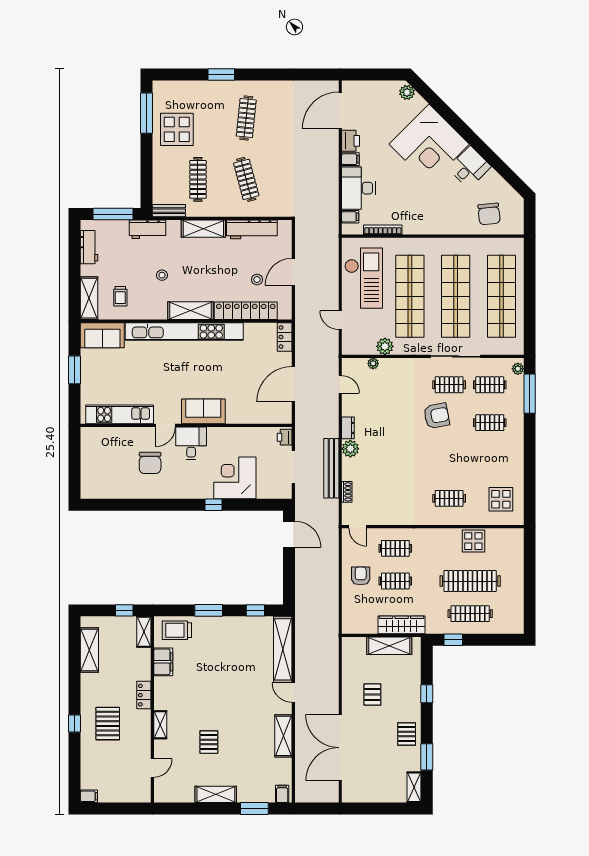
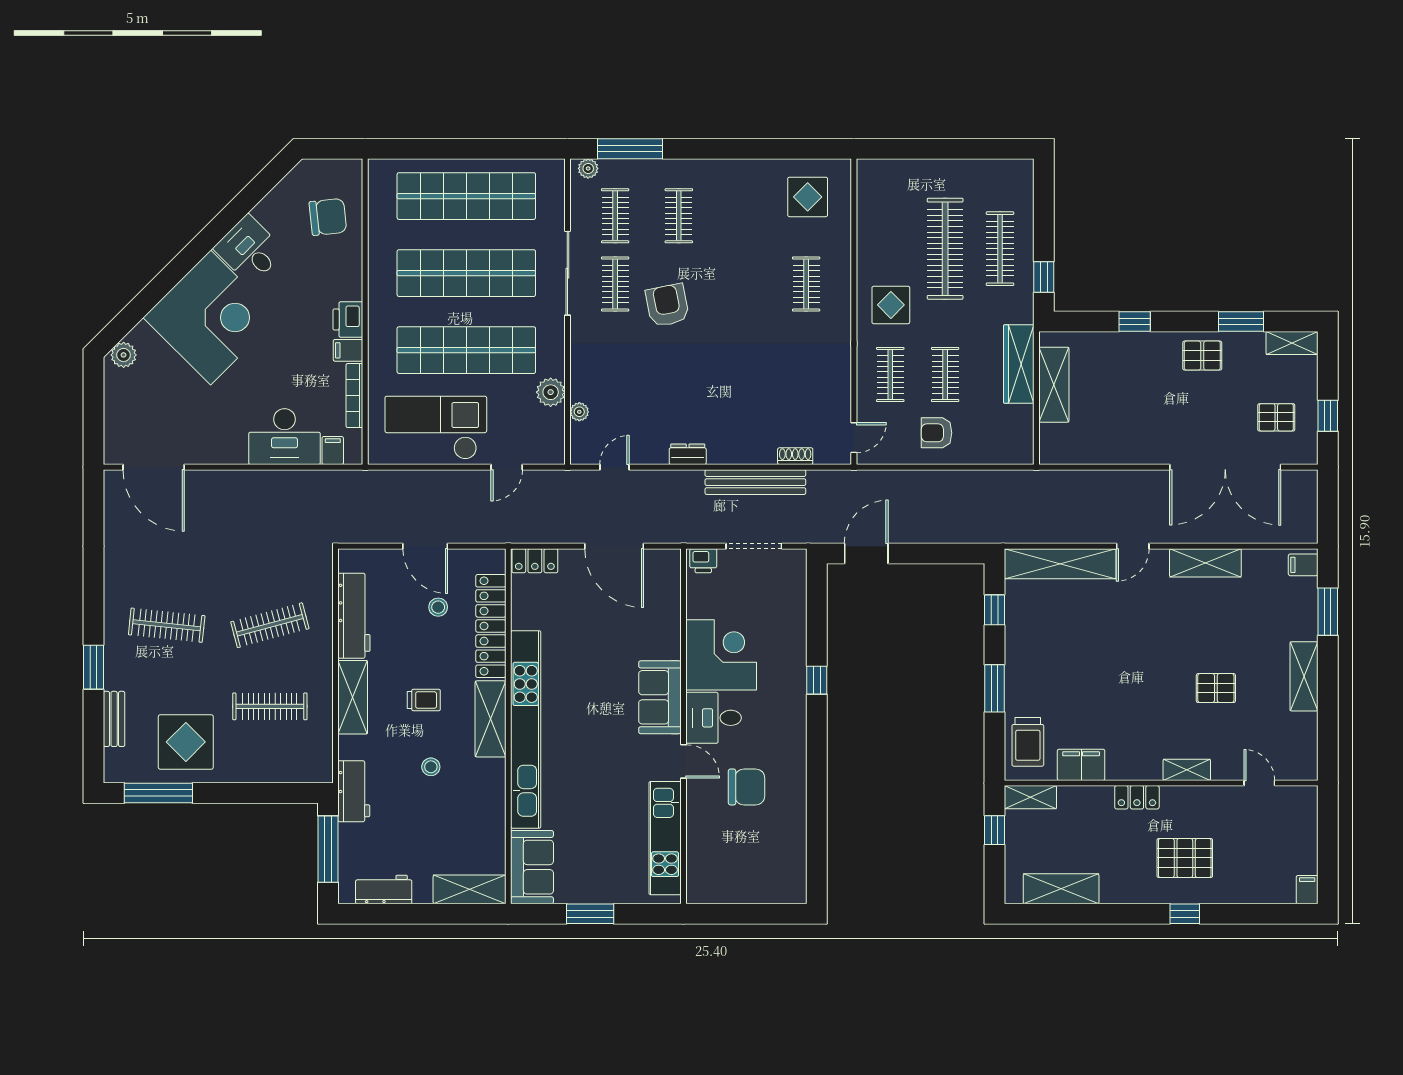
printer: (351, 141) -> (348, 320), moved, turned -90
filing cabinet: (350, 159) -> (348, 350), moved, turned -90
bench: (169, 211) -> (114, 719), moved
trolley: (120, 296) -> (424, 700), moved
plant: (350, 449) -> (723, 450), removed
corner desk: (235, 478) -> (721, 655), moved, turned 180
display table: (473, 541) -> (891, 305), moved
pallet: (372, 695) -> (1276, 417), moved
window: (371, 809) -> (1328, 416), added

